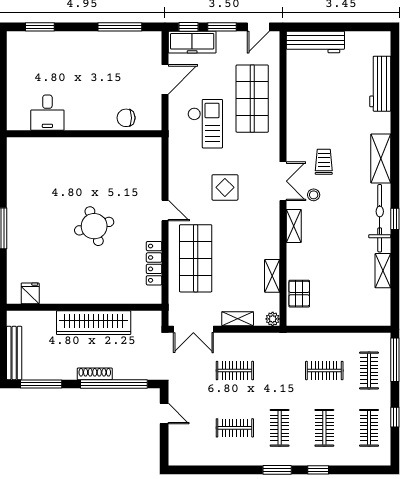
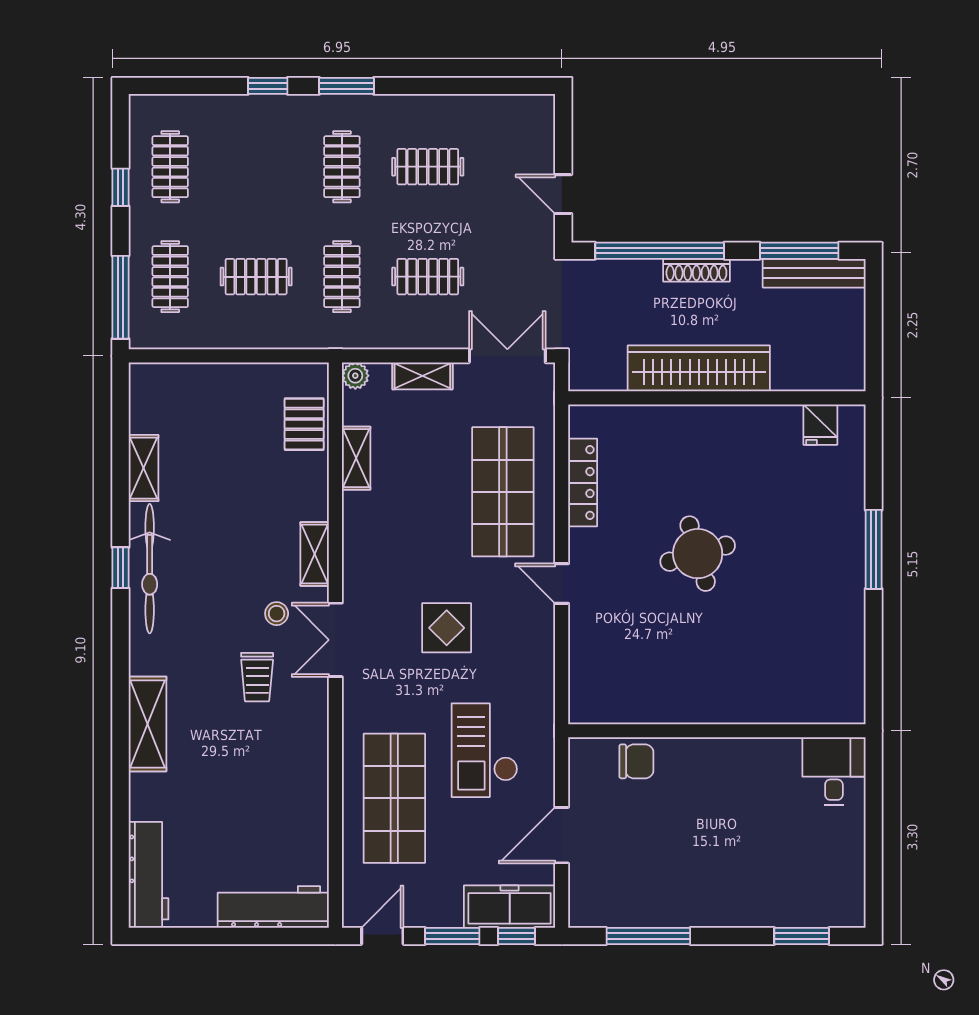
workbench: (380, 84) -> (149, 875), moved
desk: (47, 113) -> (834, 771), moved
shelving: (381, 158) -> (148, 724), moved
bench: (14, 353) -> (814, 273), moved, turned 90
clothes rail: (324, 428) -> (342, 277), moved

